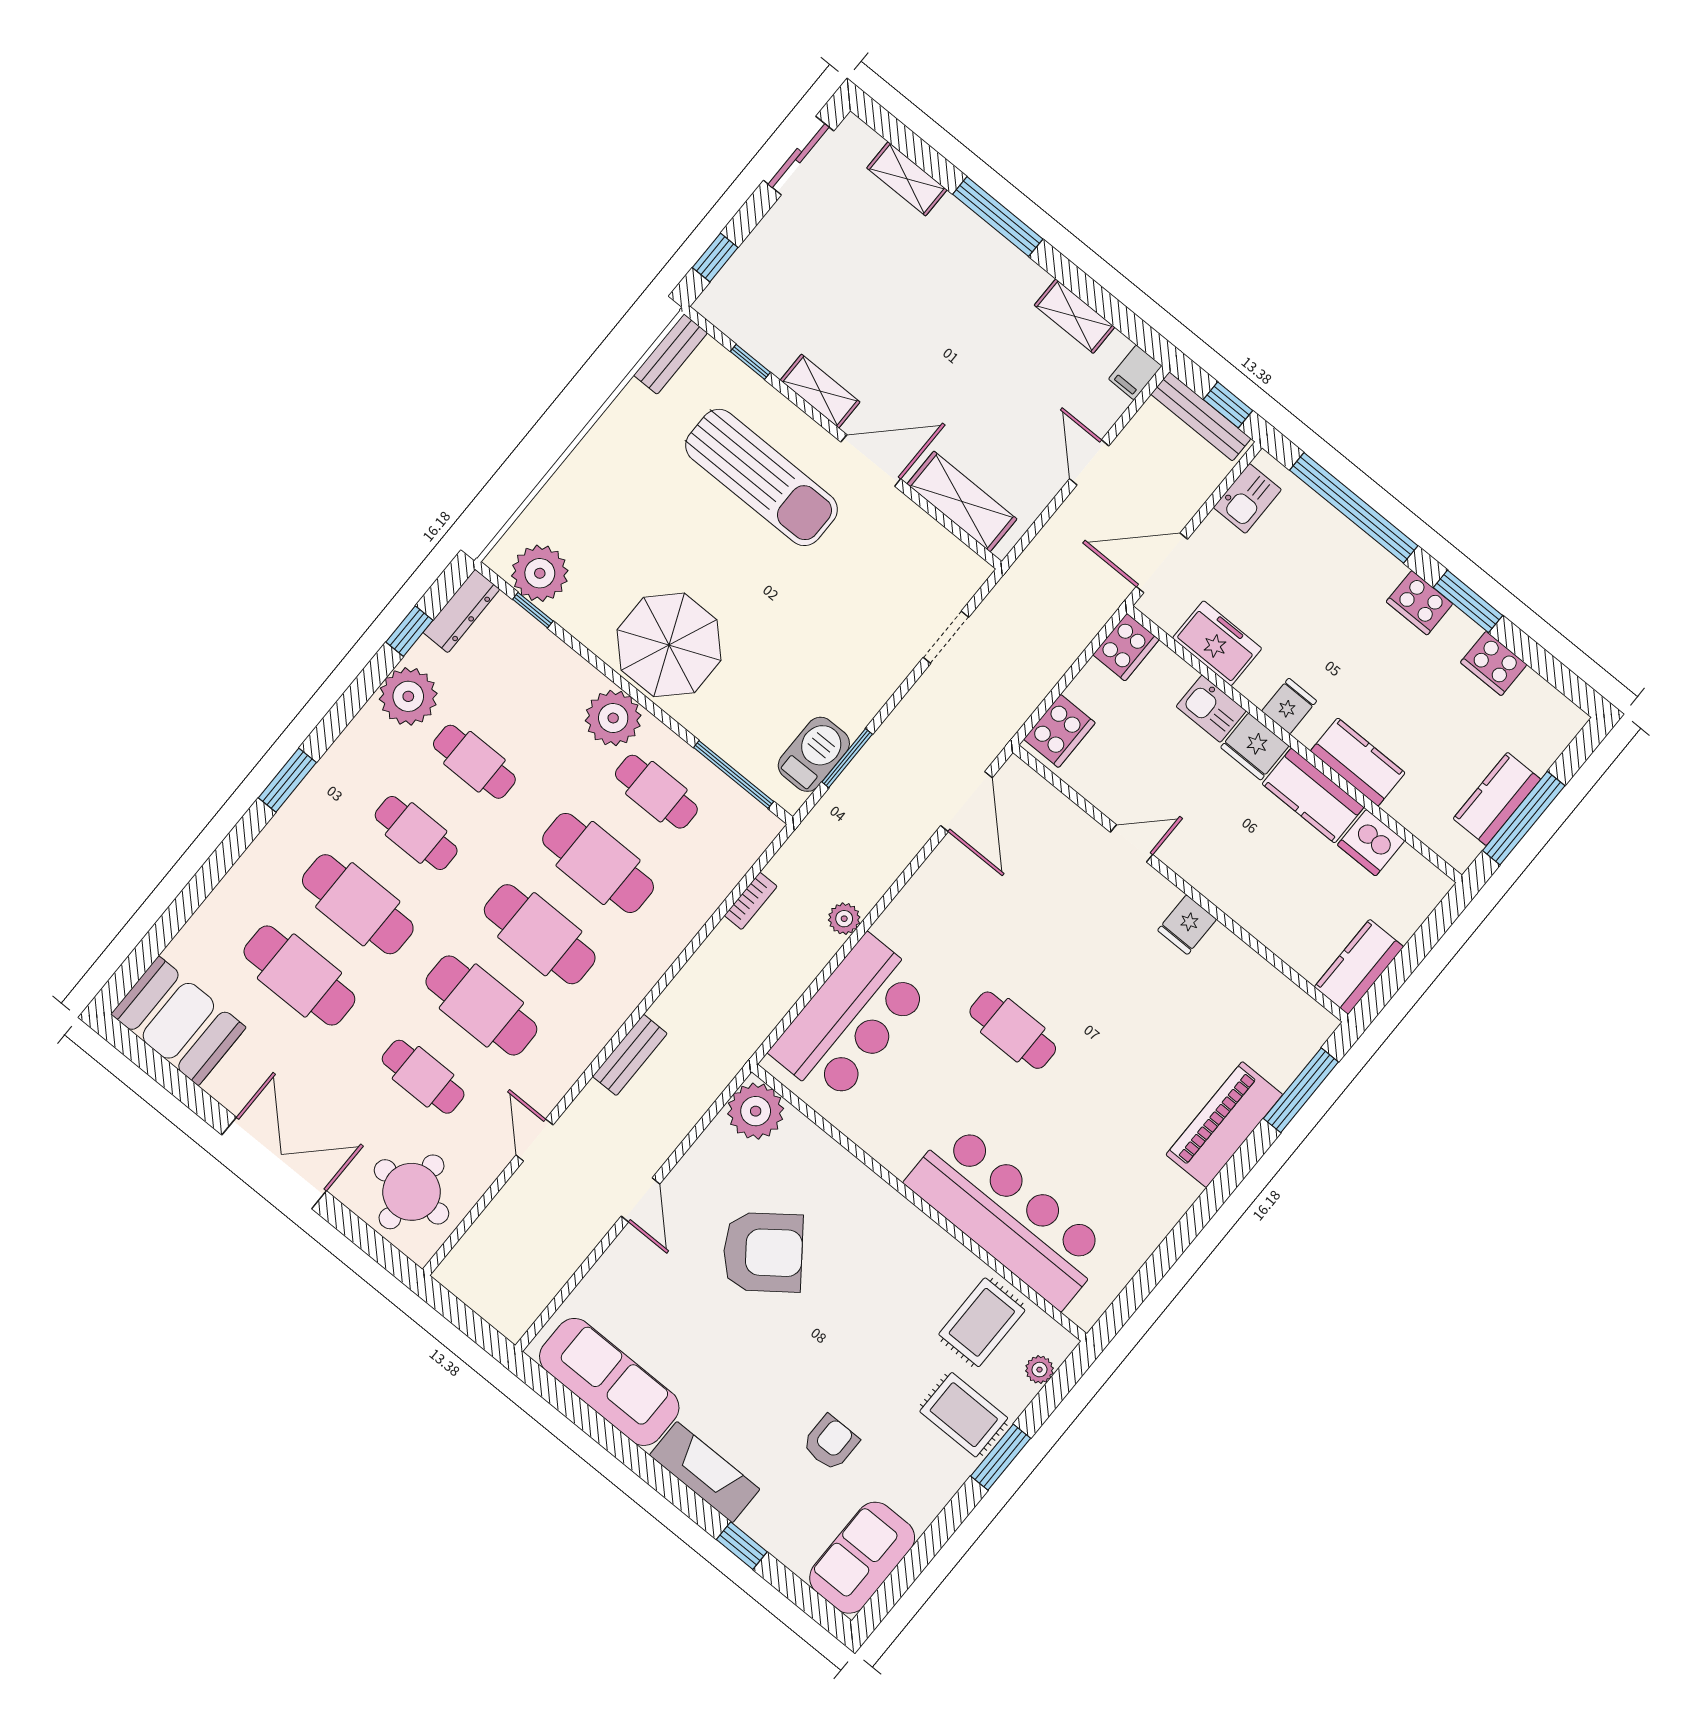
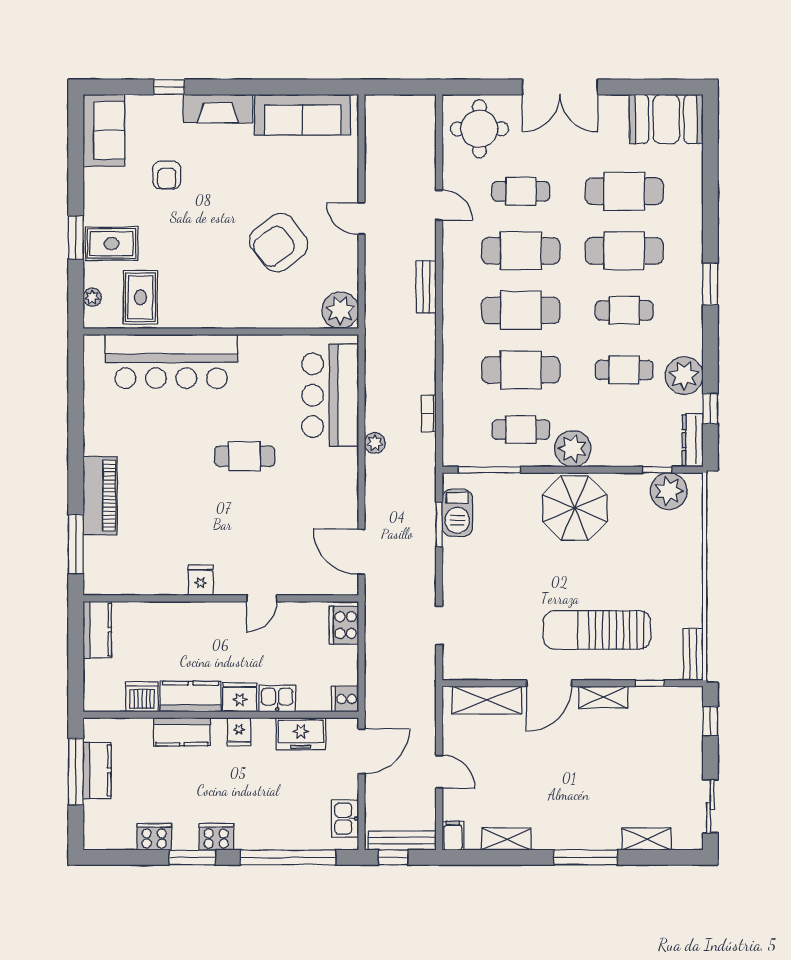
cooker: (1126, 647) -> (345, 699), width x0.73

